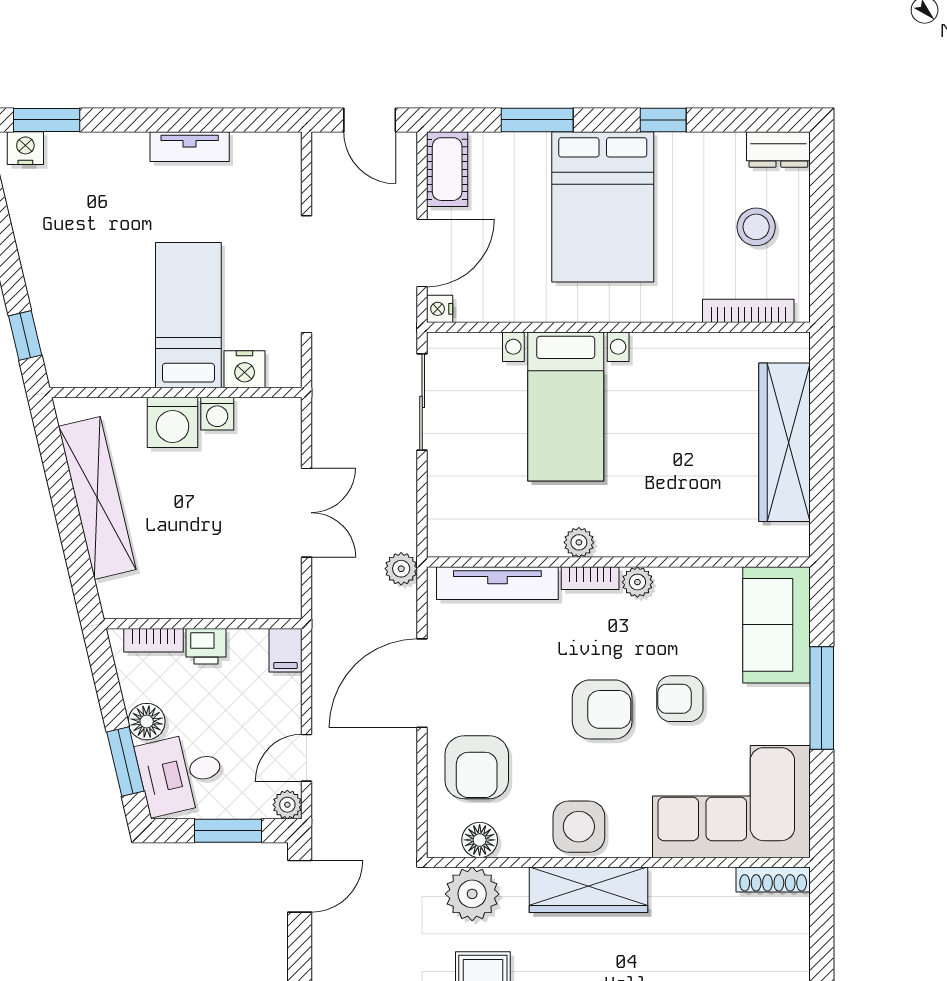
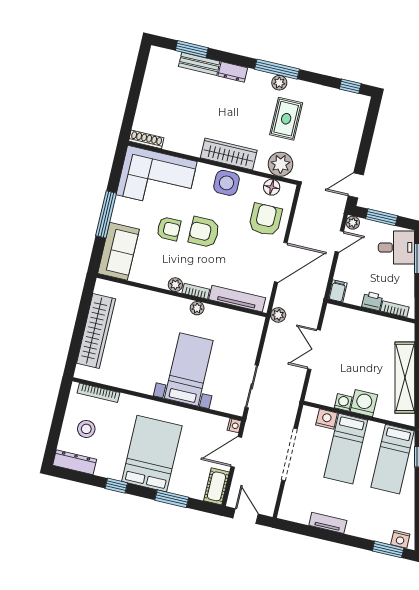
dresser: (778, 149) -> (75, 462), width x1.44
bed: (83, 316) -> (393, 459), added
floor lamp: (147, 722) -> (406, 274), removed

